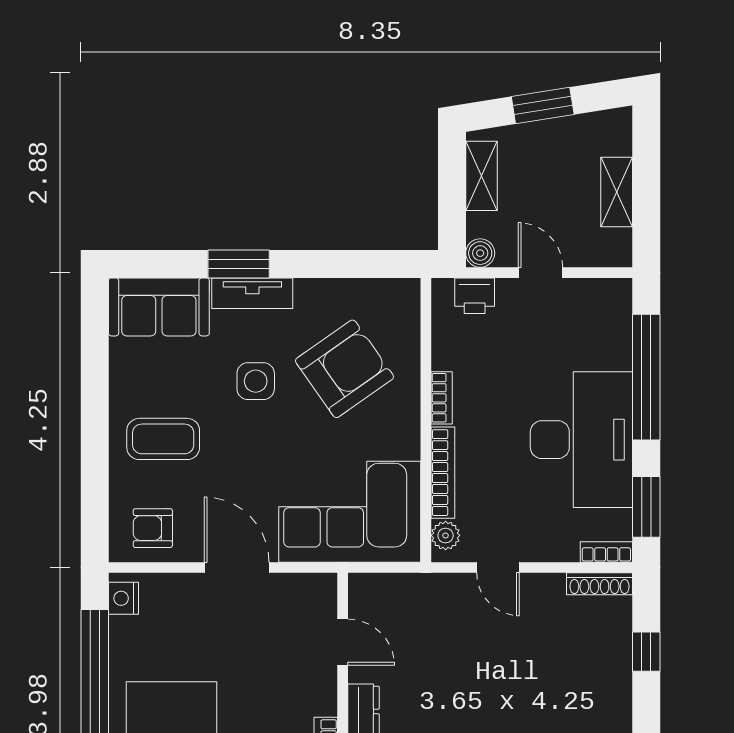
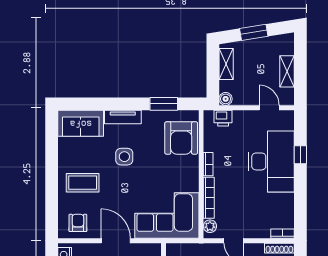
window: (239, 264) -> (164, 104), moved
door: (540, 273) -> (269, 108), moved
armchair: (344, 369) -> (181, 138), moved, turned 125
window: (646, 377) -> (300, 155), width x0.32
desk: (581, 440) -> (271, 161), moved
window: (646, 507) -> (300, 213), removed
armchair: (153, 528) -> (78, 223), turned 90

